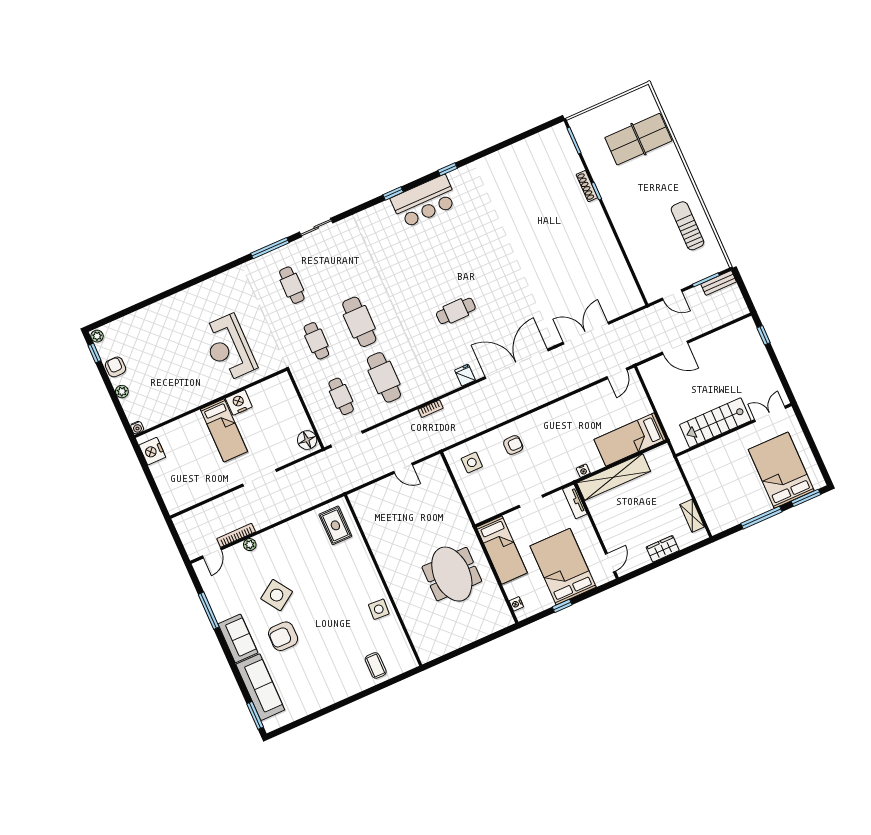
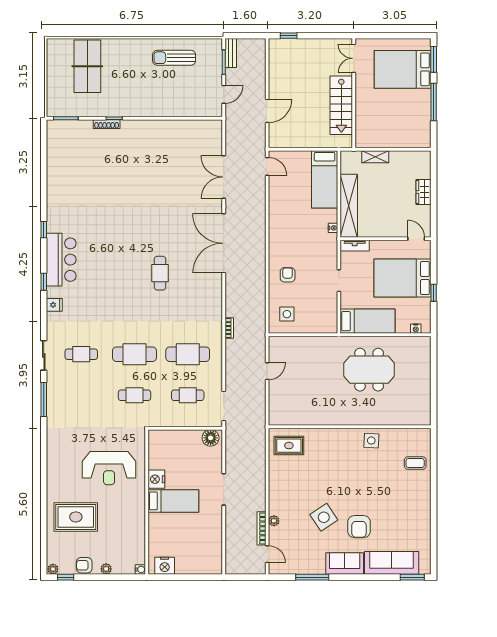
cafe table: (292, 285) -> (81, 354), moved
rug: (162, 336) -> (76, 517), added
fridge: (465, 375) -> (54, 305), moved, turned 180
shelving: (692, 516) -> (375, 157), moved

